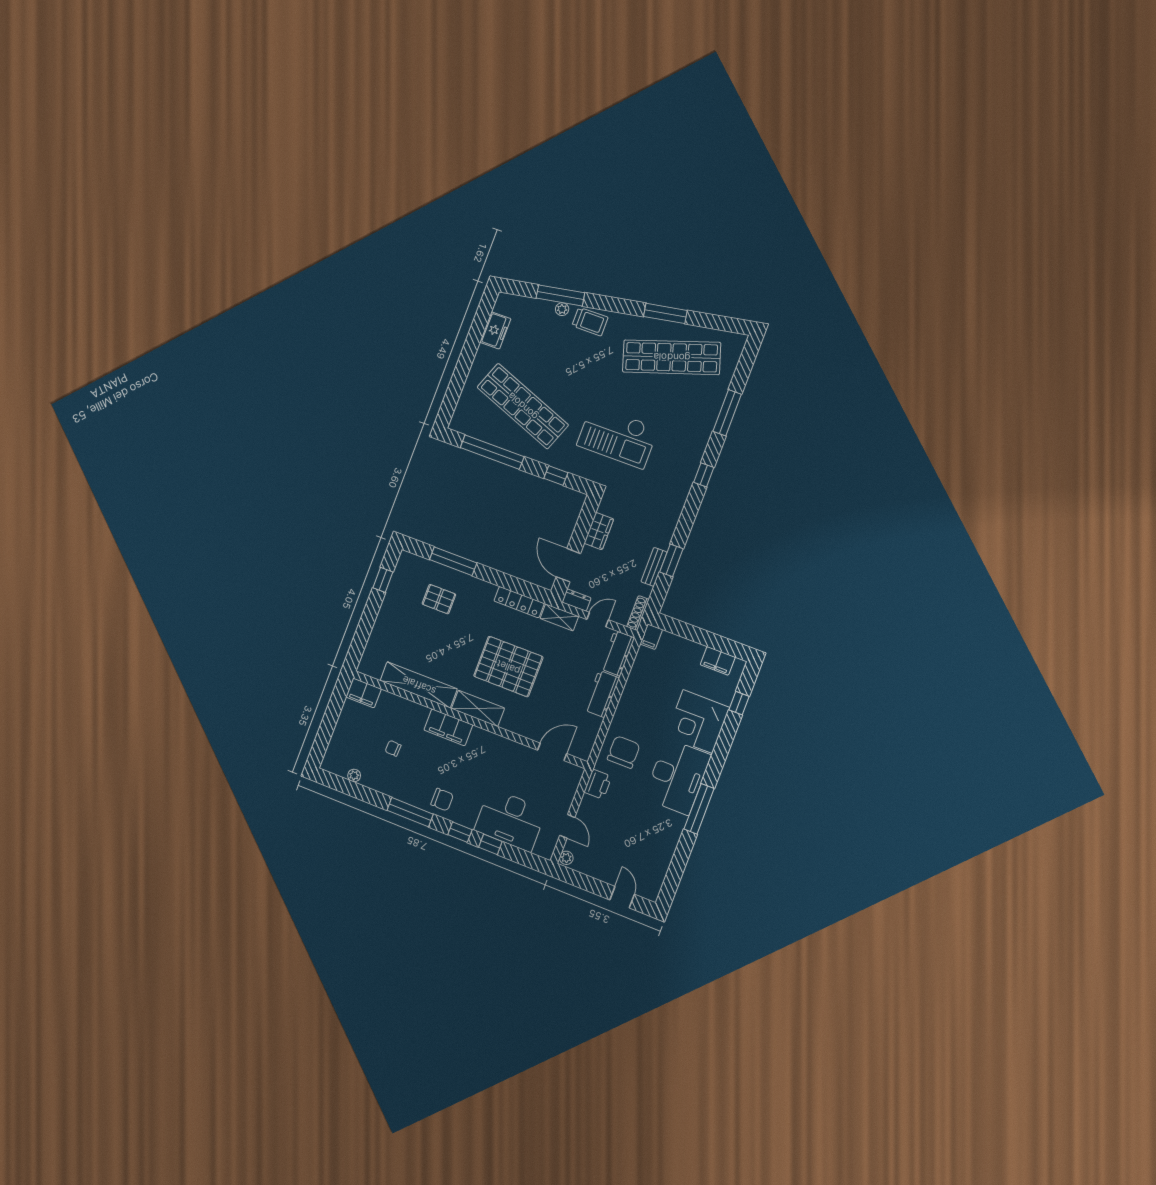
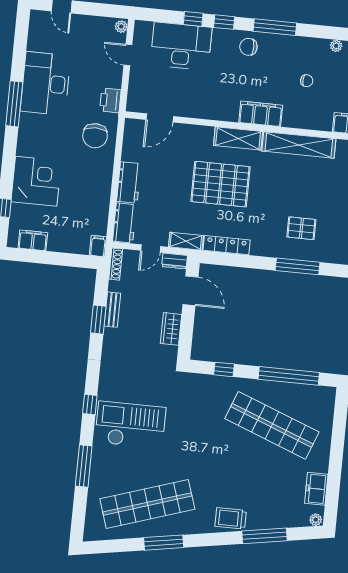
plant: (562, 309) -> (316, 520), moved
checkout: (617, 437) -> (130, 425), moved
desk: (677, 777) -> (46, 83), moved

